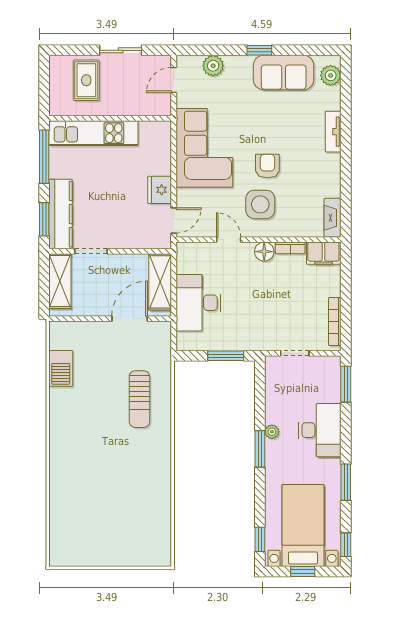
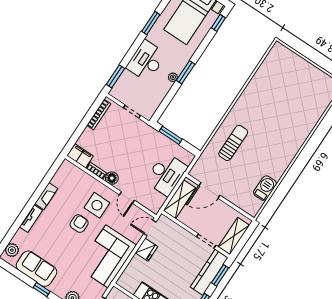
armchair: (267, 166) -> (79, 224), turned 180
fireplace: (333, 218) -> (46, 196), moved

